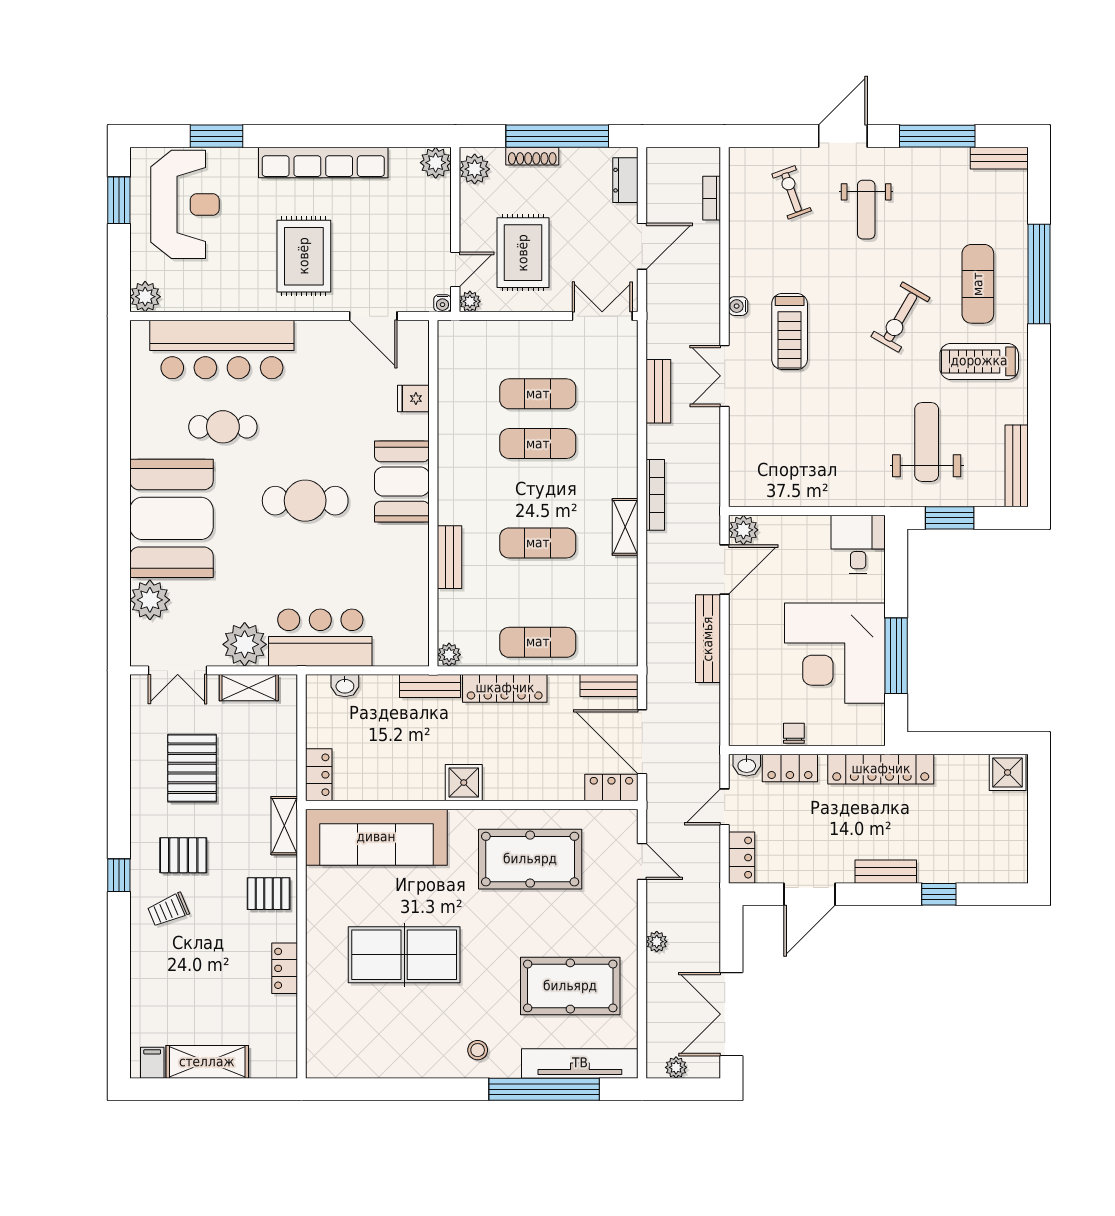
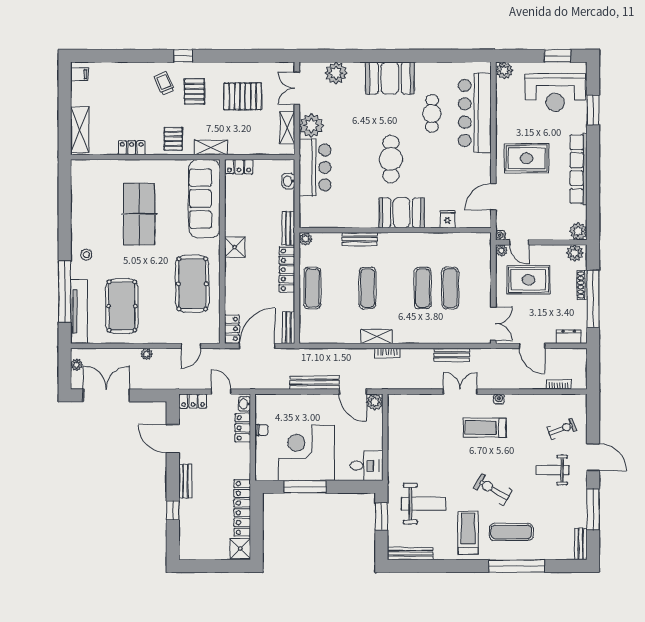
bookcase: (655, 495) -> (387, 353), width x0.64
booth: (171, 518) -> (390, 78), width x0.73, depth x0.70
locker: (881, 769) -> (242, 508), moved
shelving: (207, 1062) -> (80, 130), moved

